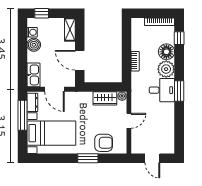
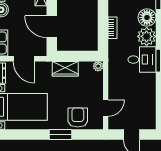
wardrobe: (105, 98) -> (65, 69), moved
door: (129, 121) -> (106, 108), moved
armchair: (104, 143) -> (78, 117), turned -90

